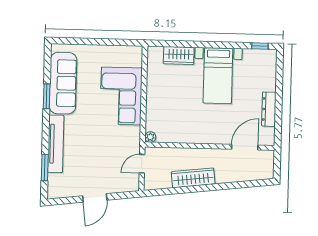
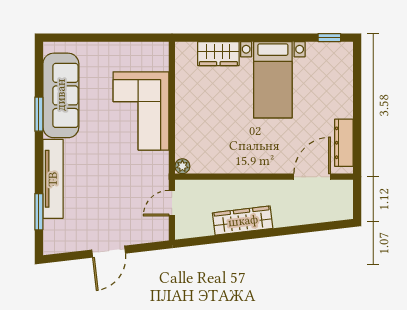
dresser: (269, 109) -> (344, 143), moved

